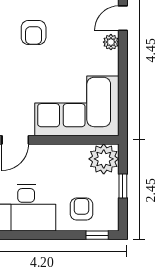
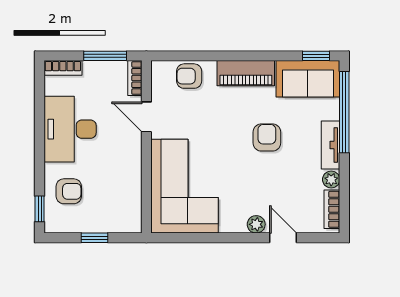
armchair: (34, 33) -> (267, 138), turned 90
plant: (104, 159) -> (125, 216), removed

